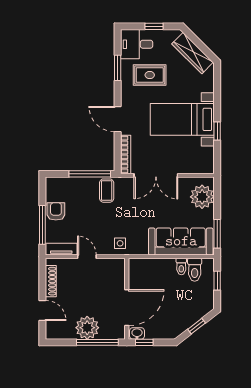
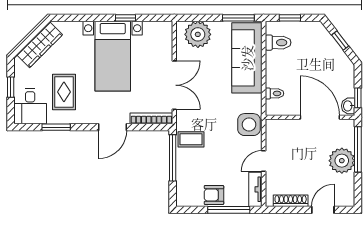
side table: (120, 243) -> (249, 125), width x1.87, depth x1.87
toilet: (181, 266) -> (274, 93), moved

